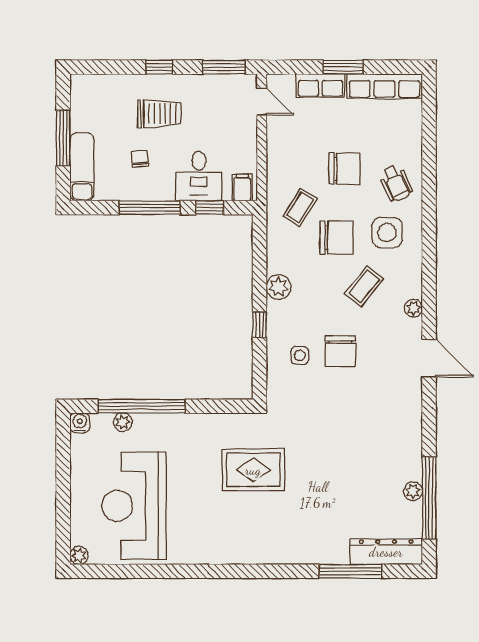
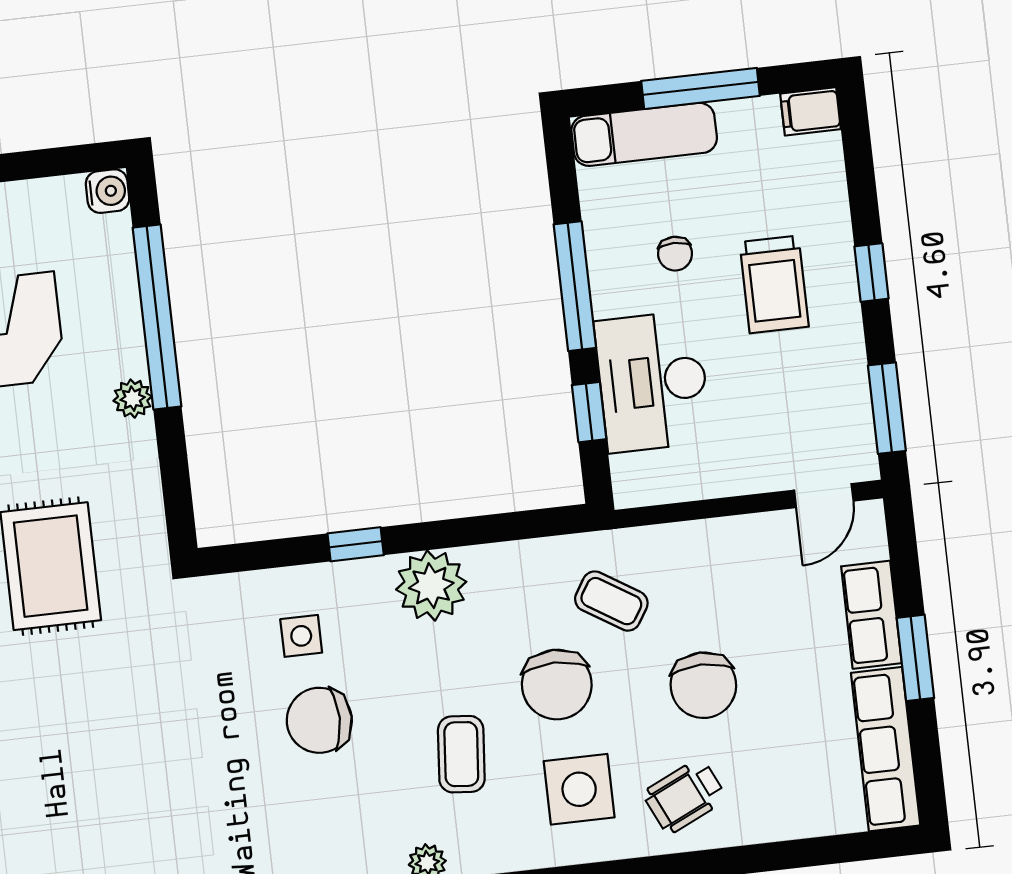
chair: (140, 159) -> (675, 254), turned 94
desk: (199, 176) -> (653, 382), width x1.37
filing cabinet: (242, 188) -> (810, 111), moved, turned 180
coffee table: (364, 286) -> (461, 754), turned 56
plant: (279, 287) -> (431, 586), width x1.36, depth x1.36
plant: (123, 422) -> (133, 399), moved

